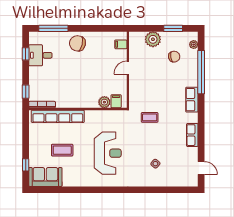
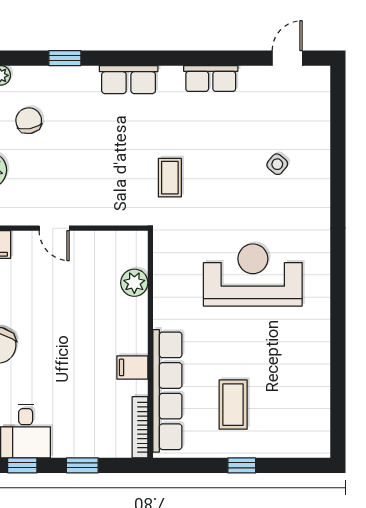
window: (201, 72) -> (65, 58), width x0.32
window: (26, 92) -> (82, 465), moved
filing cabinet: (116, 101) -> (132, 367), moved
coffee table: (62, 150) -> (233, 405), moved
window: (26, 165) -> (242, 465), moved
sofa: (45, 177) -> (308, 420), removed

